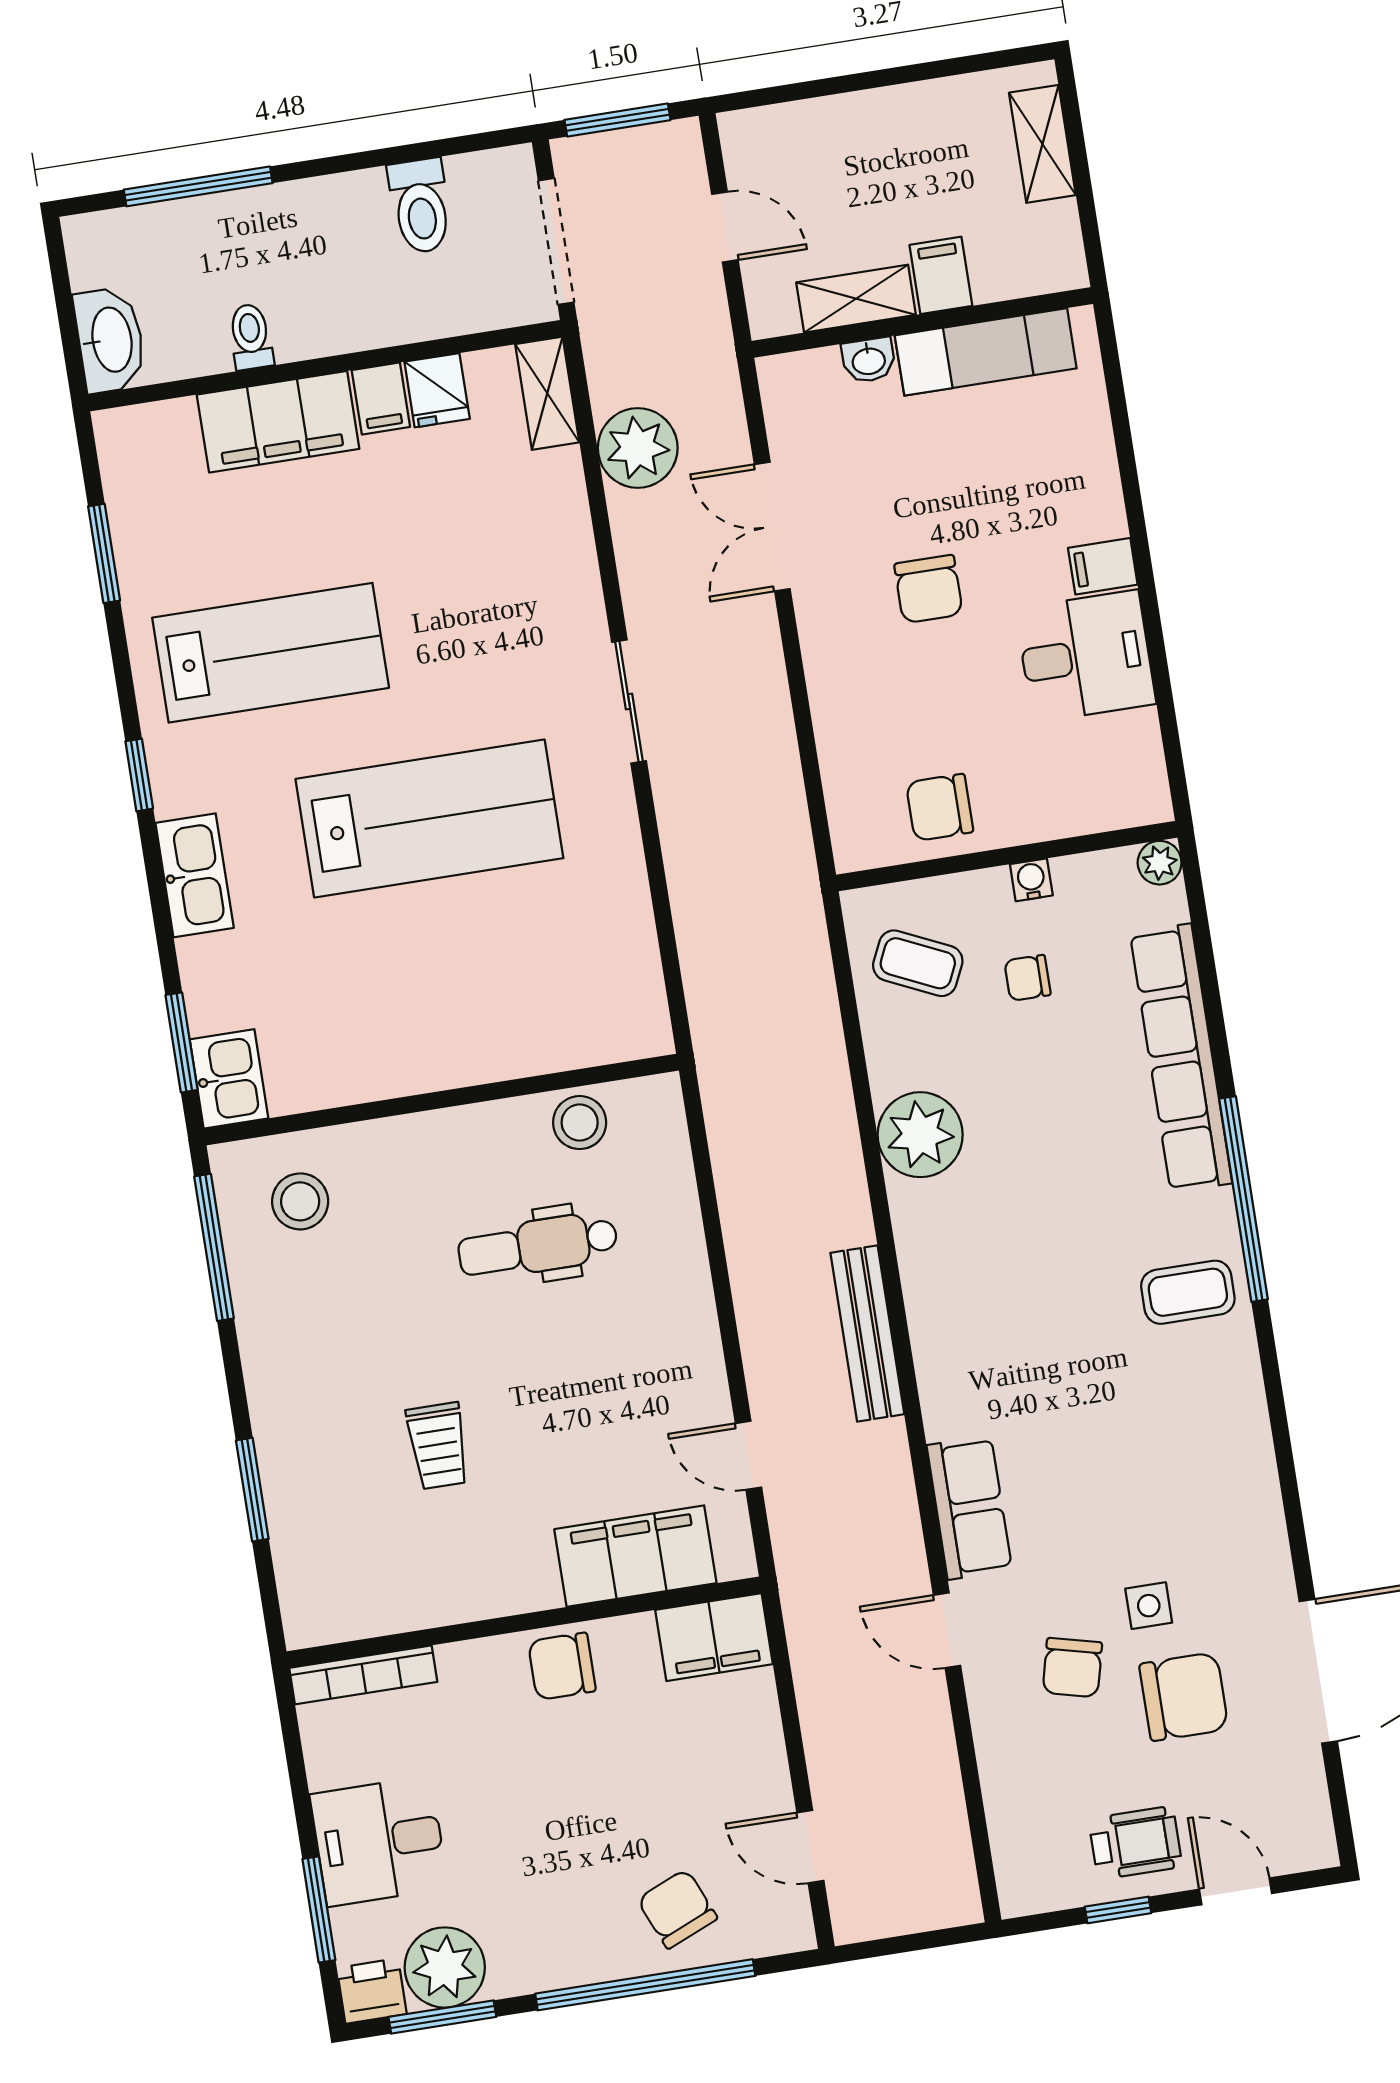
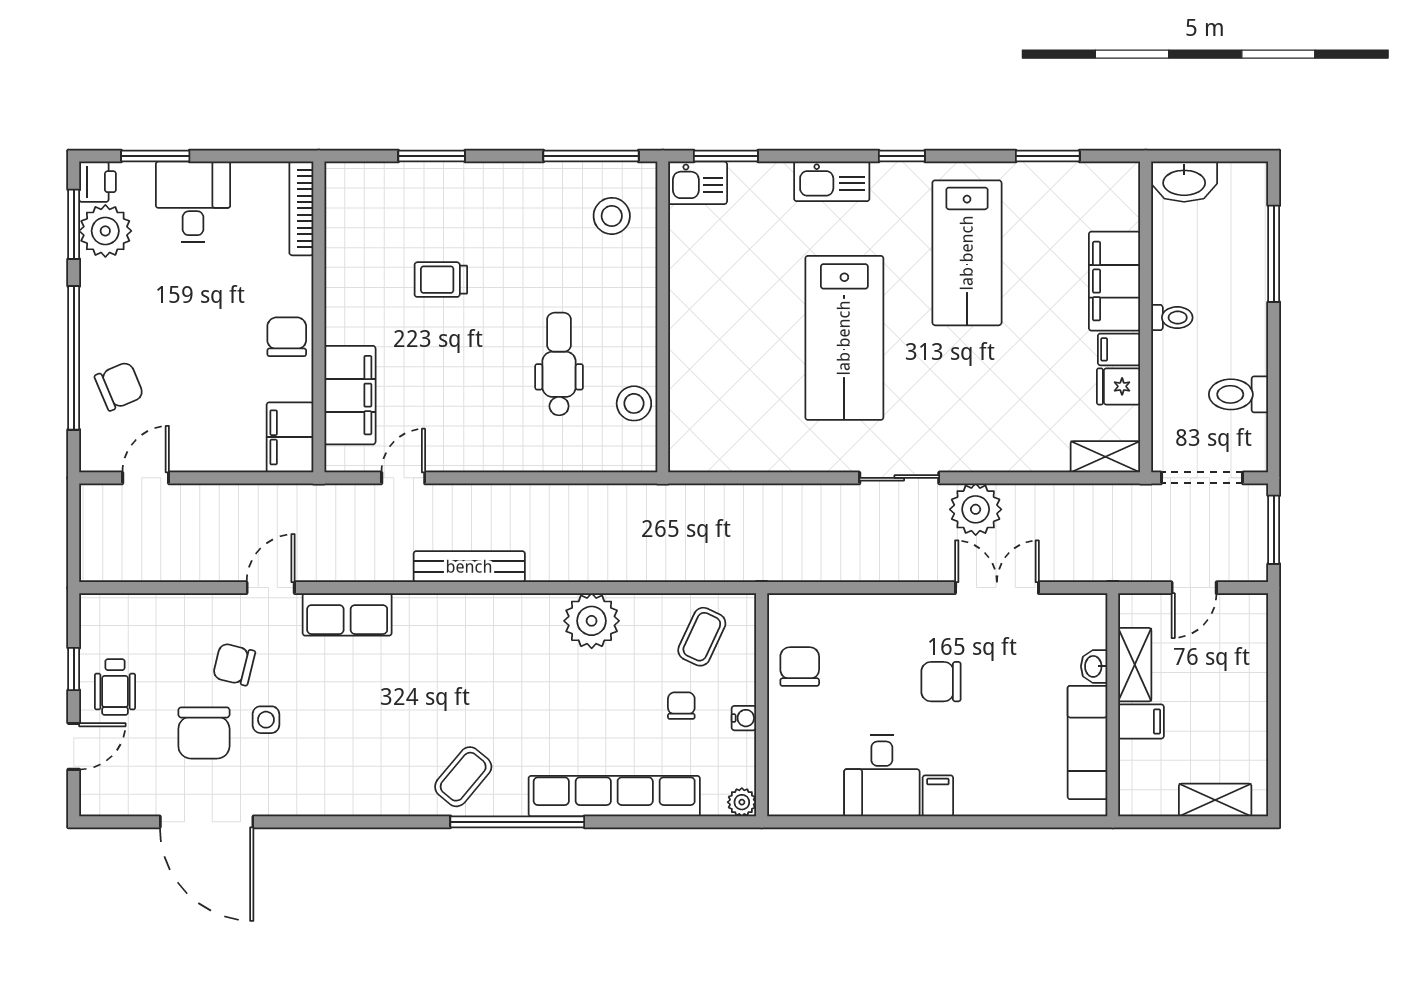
toilet: (251, 337) -> (1172, 318), moved
plant: (638, 448) -> (976, 509), moved
coffee table: (1188, 1292) -> (463, 777), turned 40

